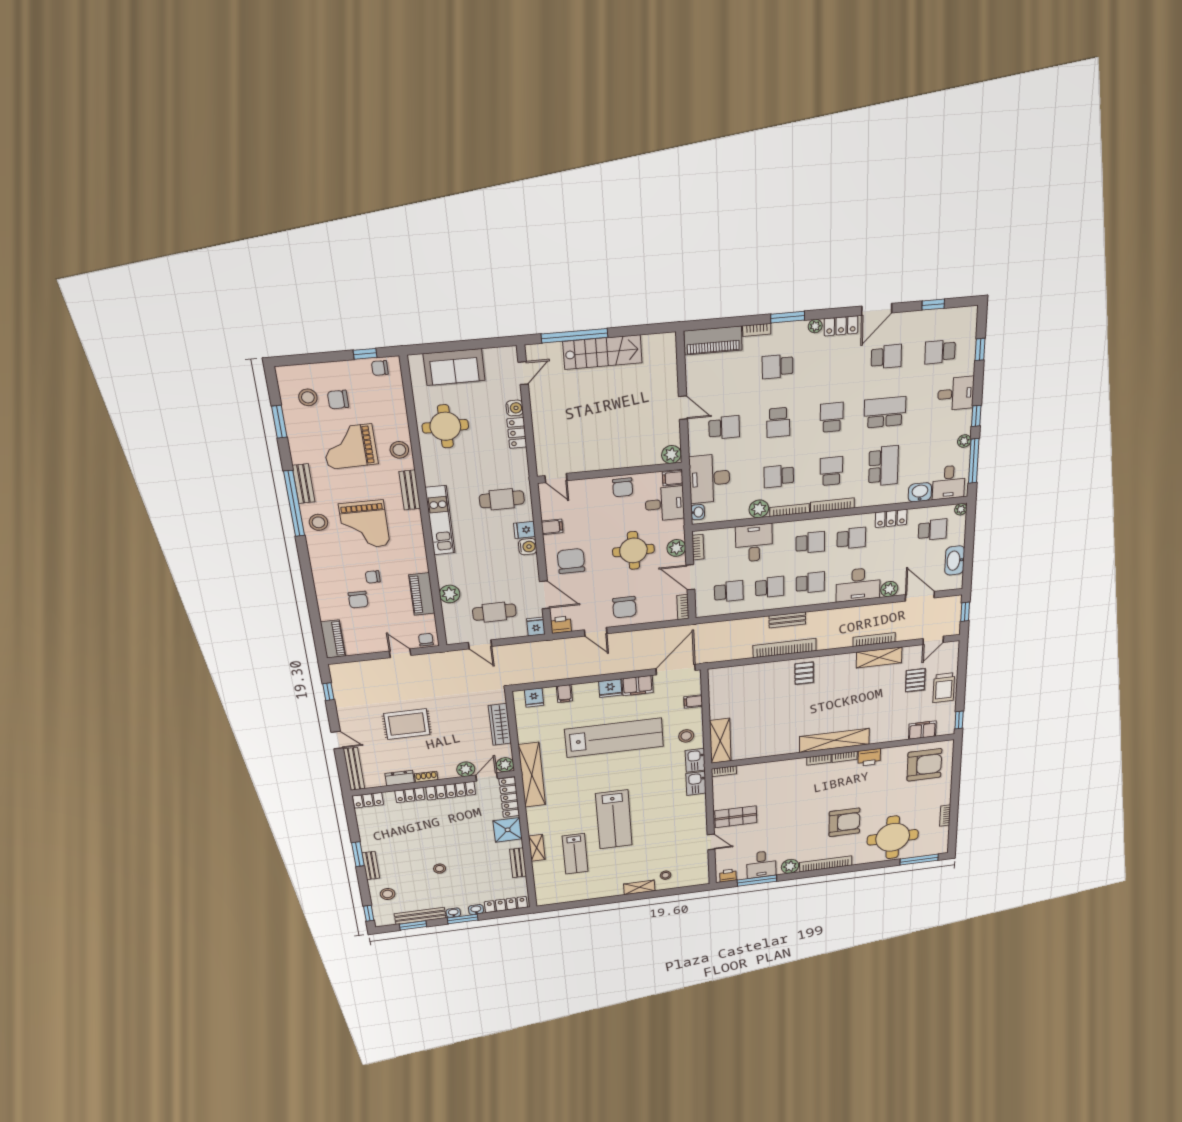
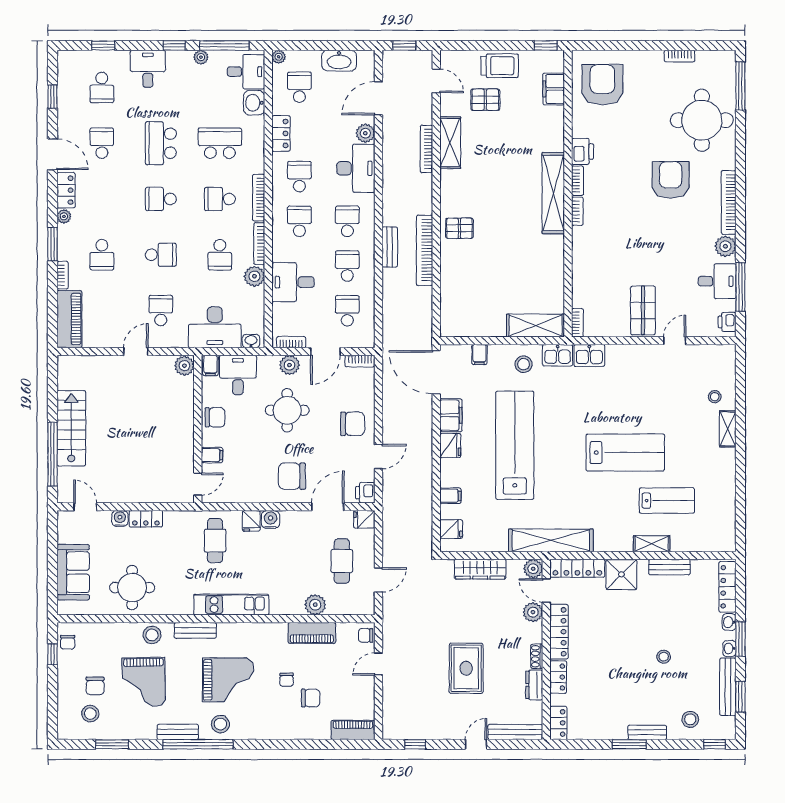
filing cabinet: (552, 527) -> (212, 455), moved, turned 90

